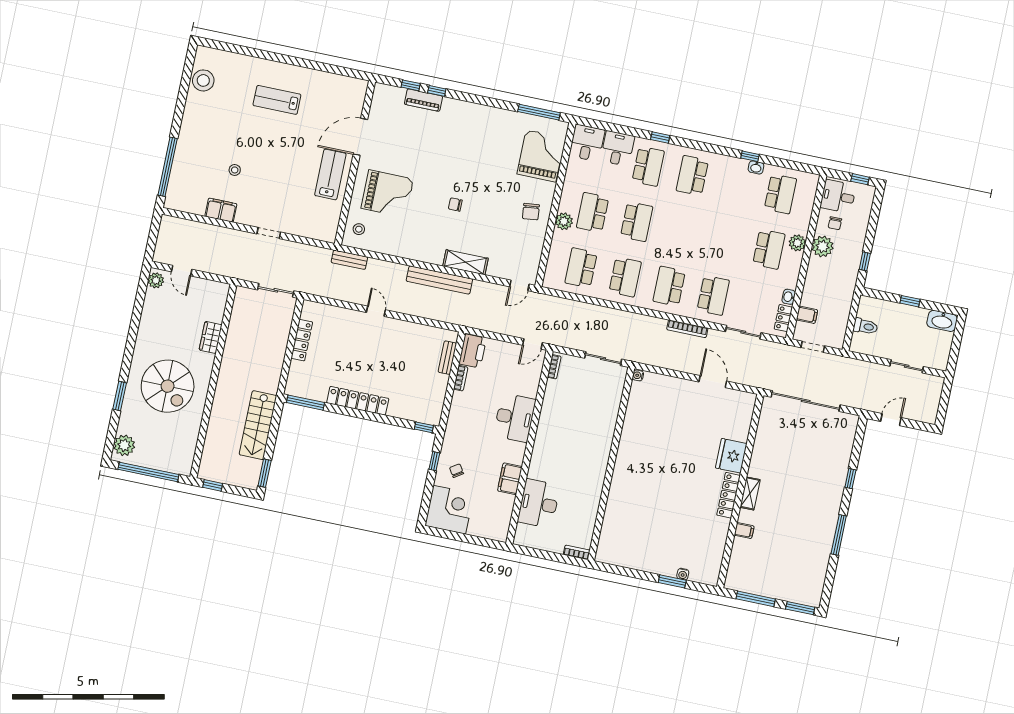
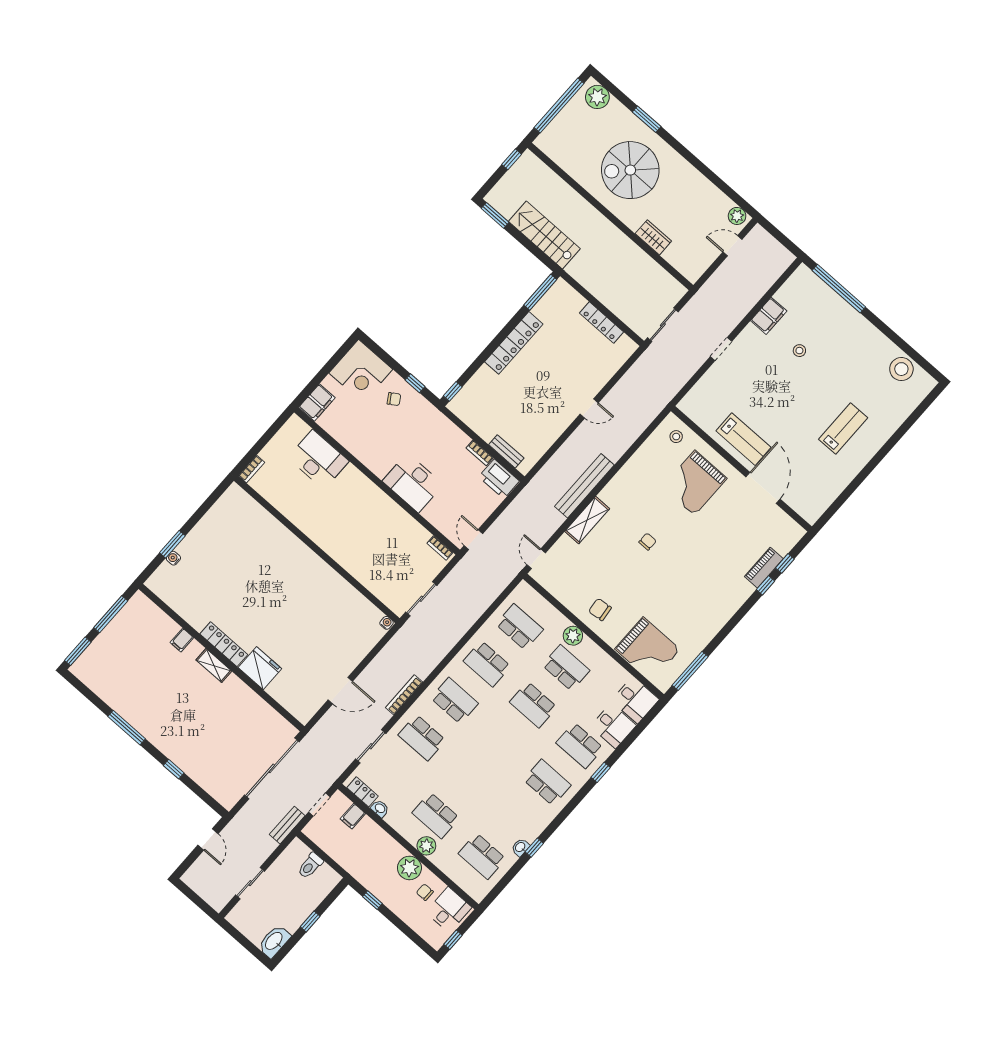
bench: (349, 260) -> (287, 825), moved
filing cabinet: (510, 479) -> (317, 403), moved, turned 90

